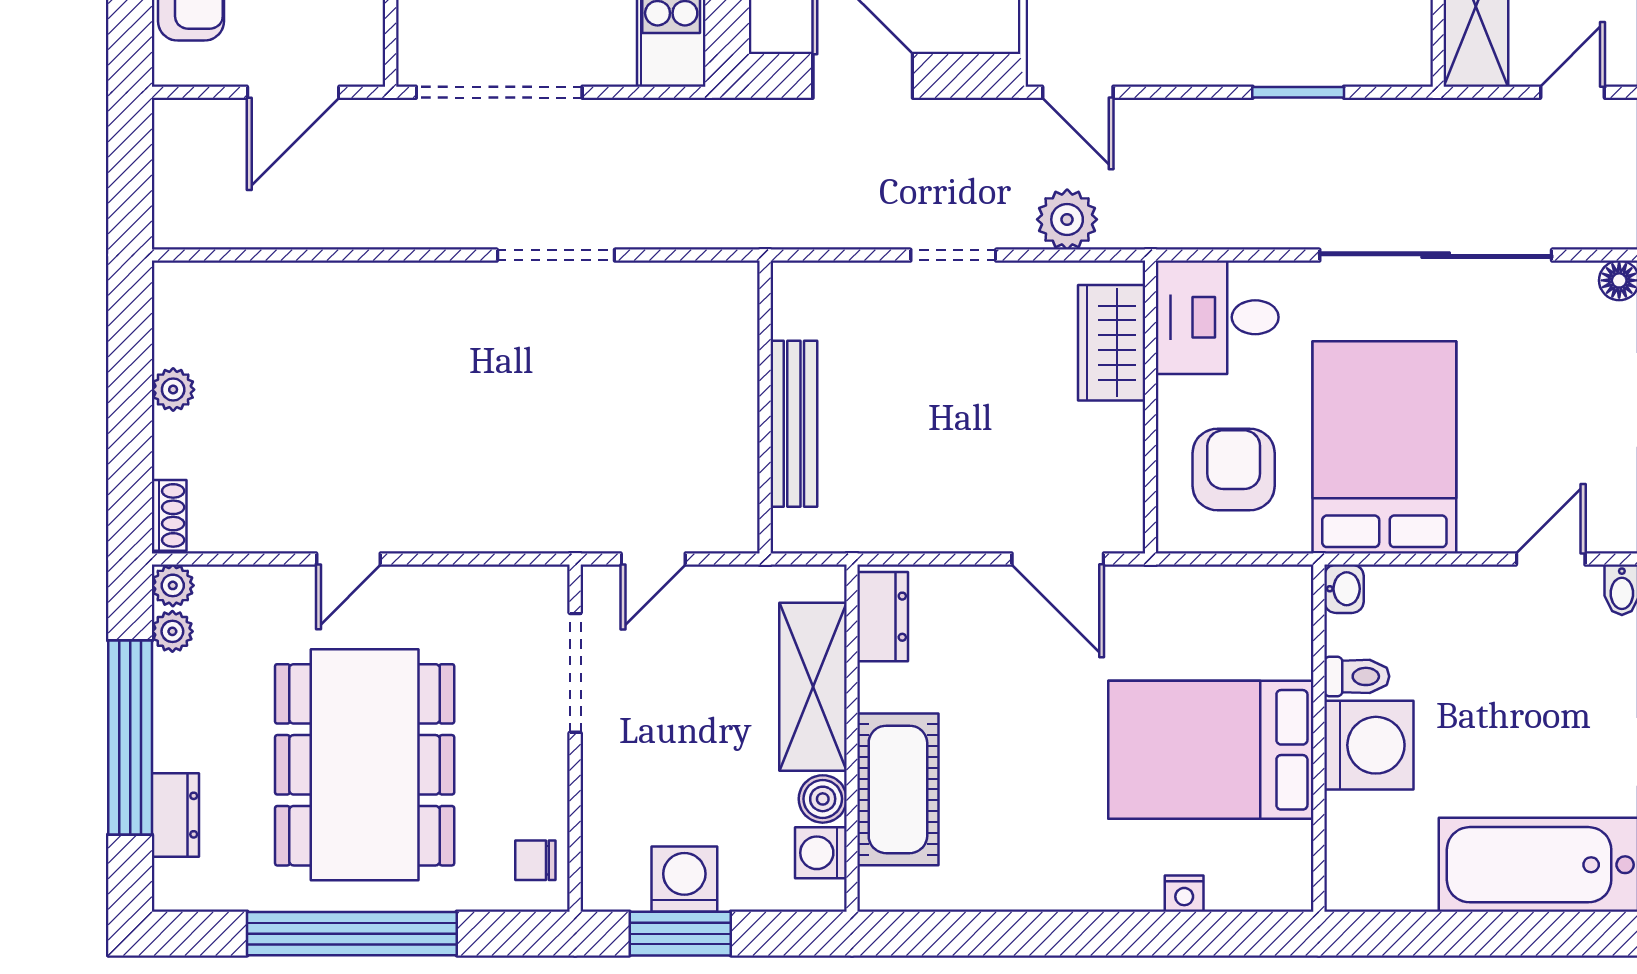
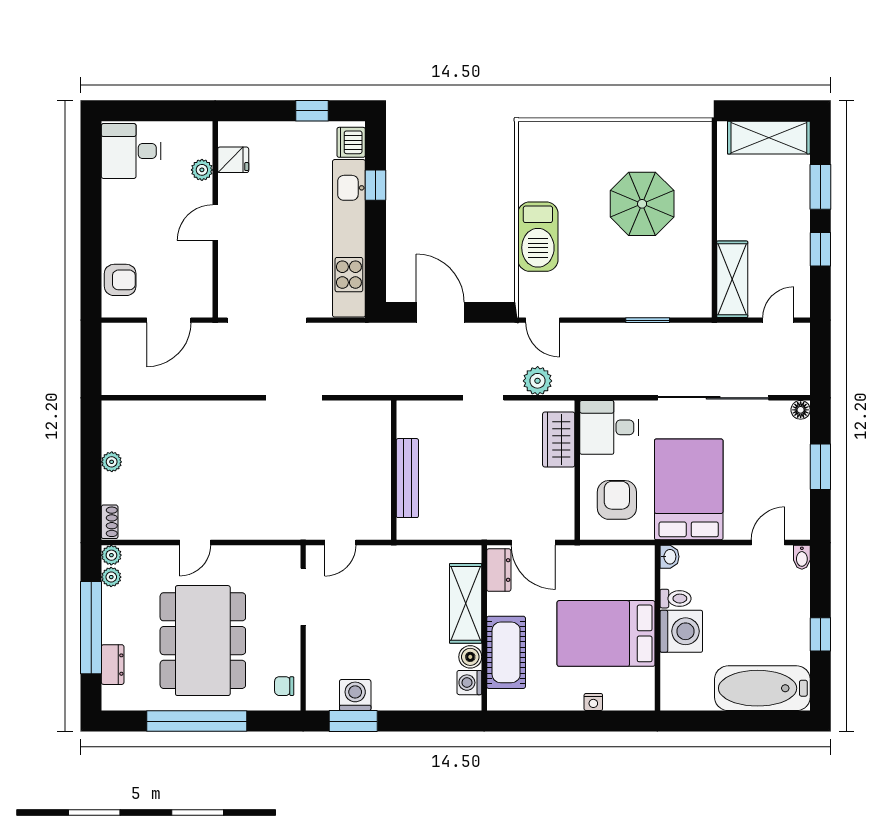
dresser: (883, 617) -> (499, 570), moved
shelving: (813, 687) -> (466, 603), moved
wall: (852, 738) -> (484, 628), moved
cot: (898, 789) -> (506, 652), moved
boiler: (823, 799) -> (470, 657), moved
washing machine: (821, 853) -> (469, 683), moved

